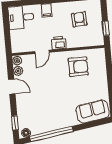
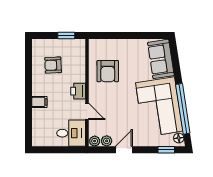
desk: (21, 17) -> (71, 133), moved, turned -90
armchair: (78, 67) -> (108, 71), turned 180
corner sofa: (51, 114) -> (159, 107), added

